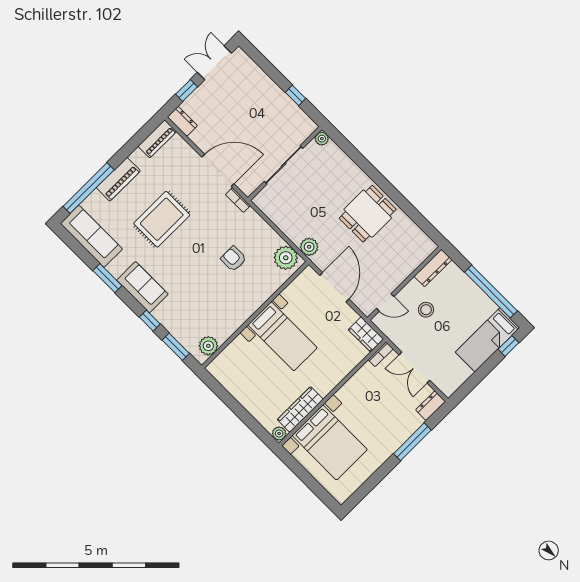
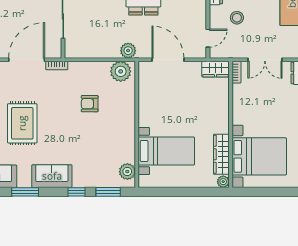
bed with nightstands: (282, 336) -> (166, 151), moved

